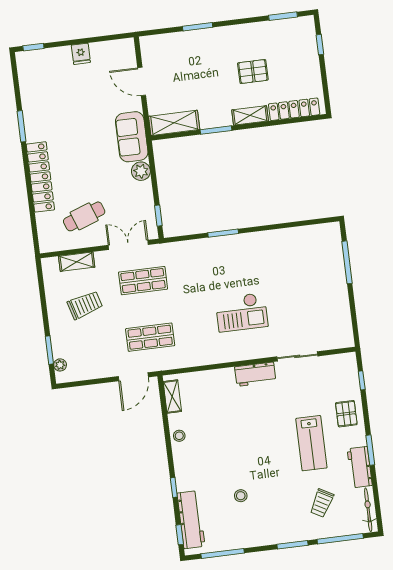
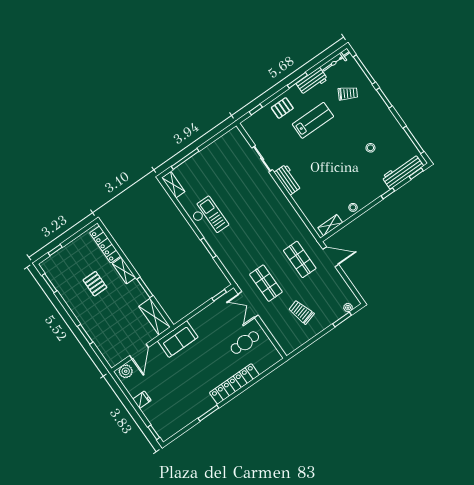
plant: (141, 171) -> (126, 371), moved
cafe table: (84, 216) -> (245, 343), turned -69
shelving: (77, 262) -> (173, 185), moved
checkout: (242, 312) -> (209, 217), moved

